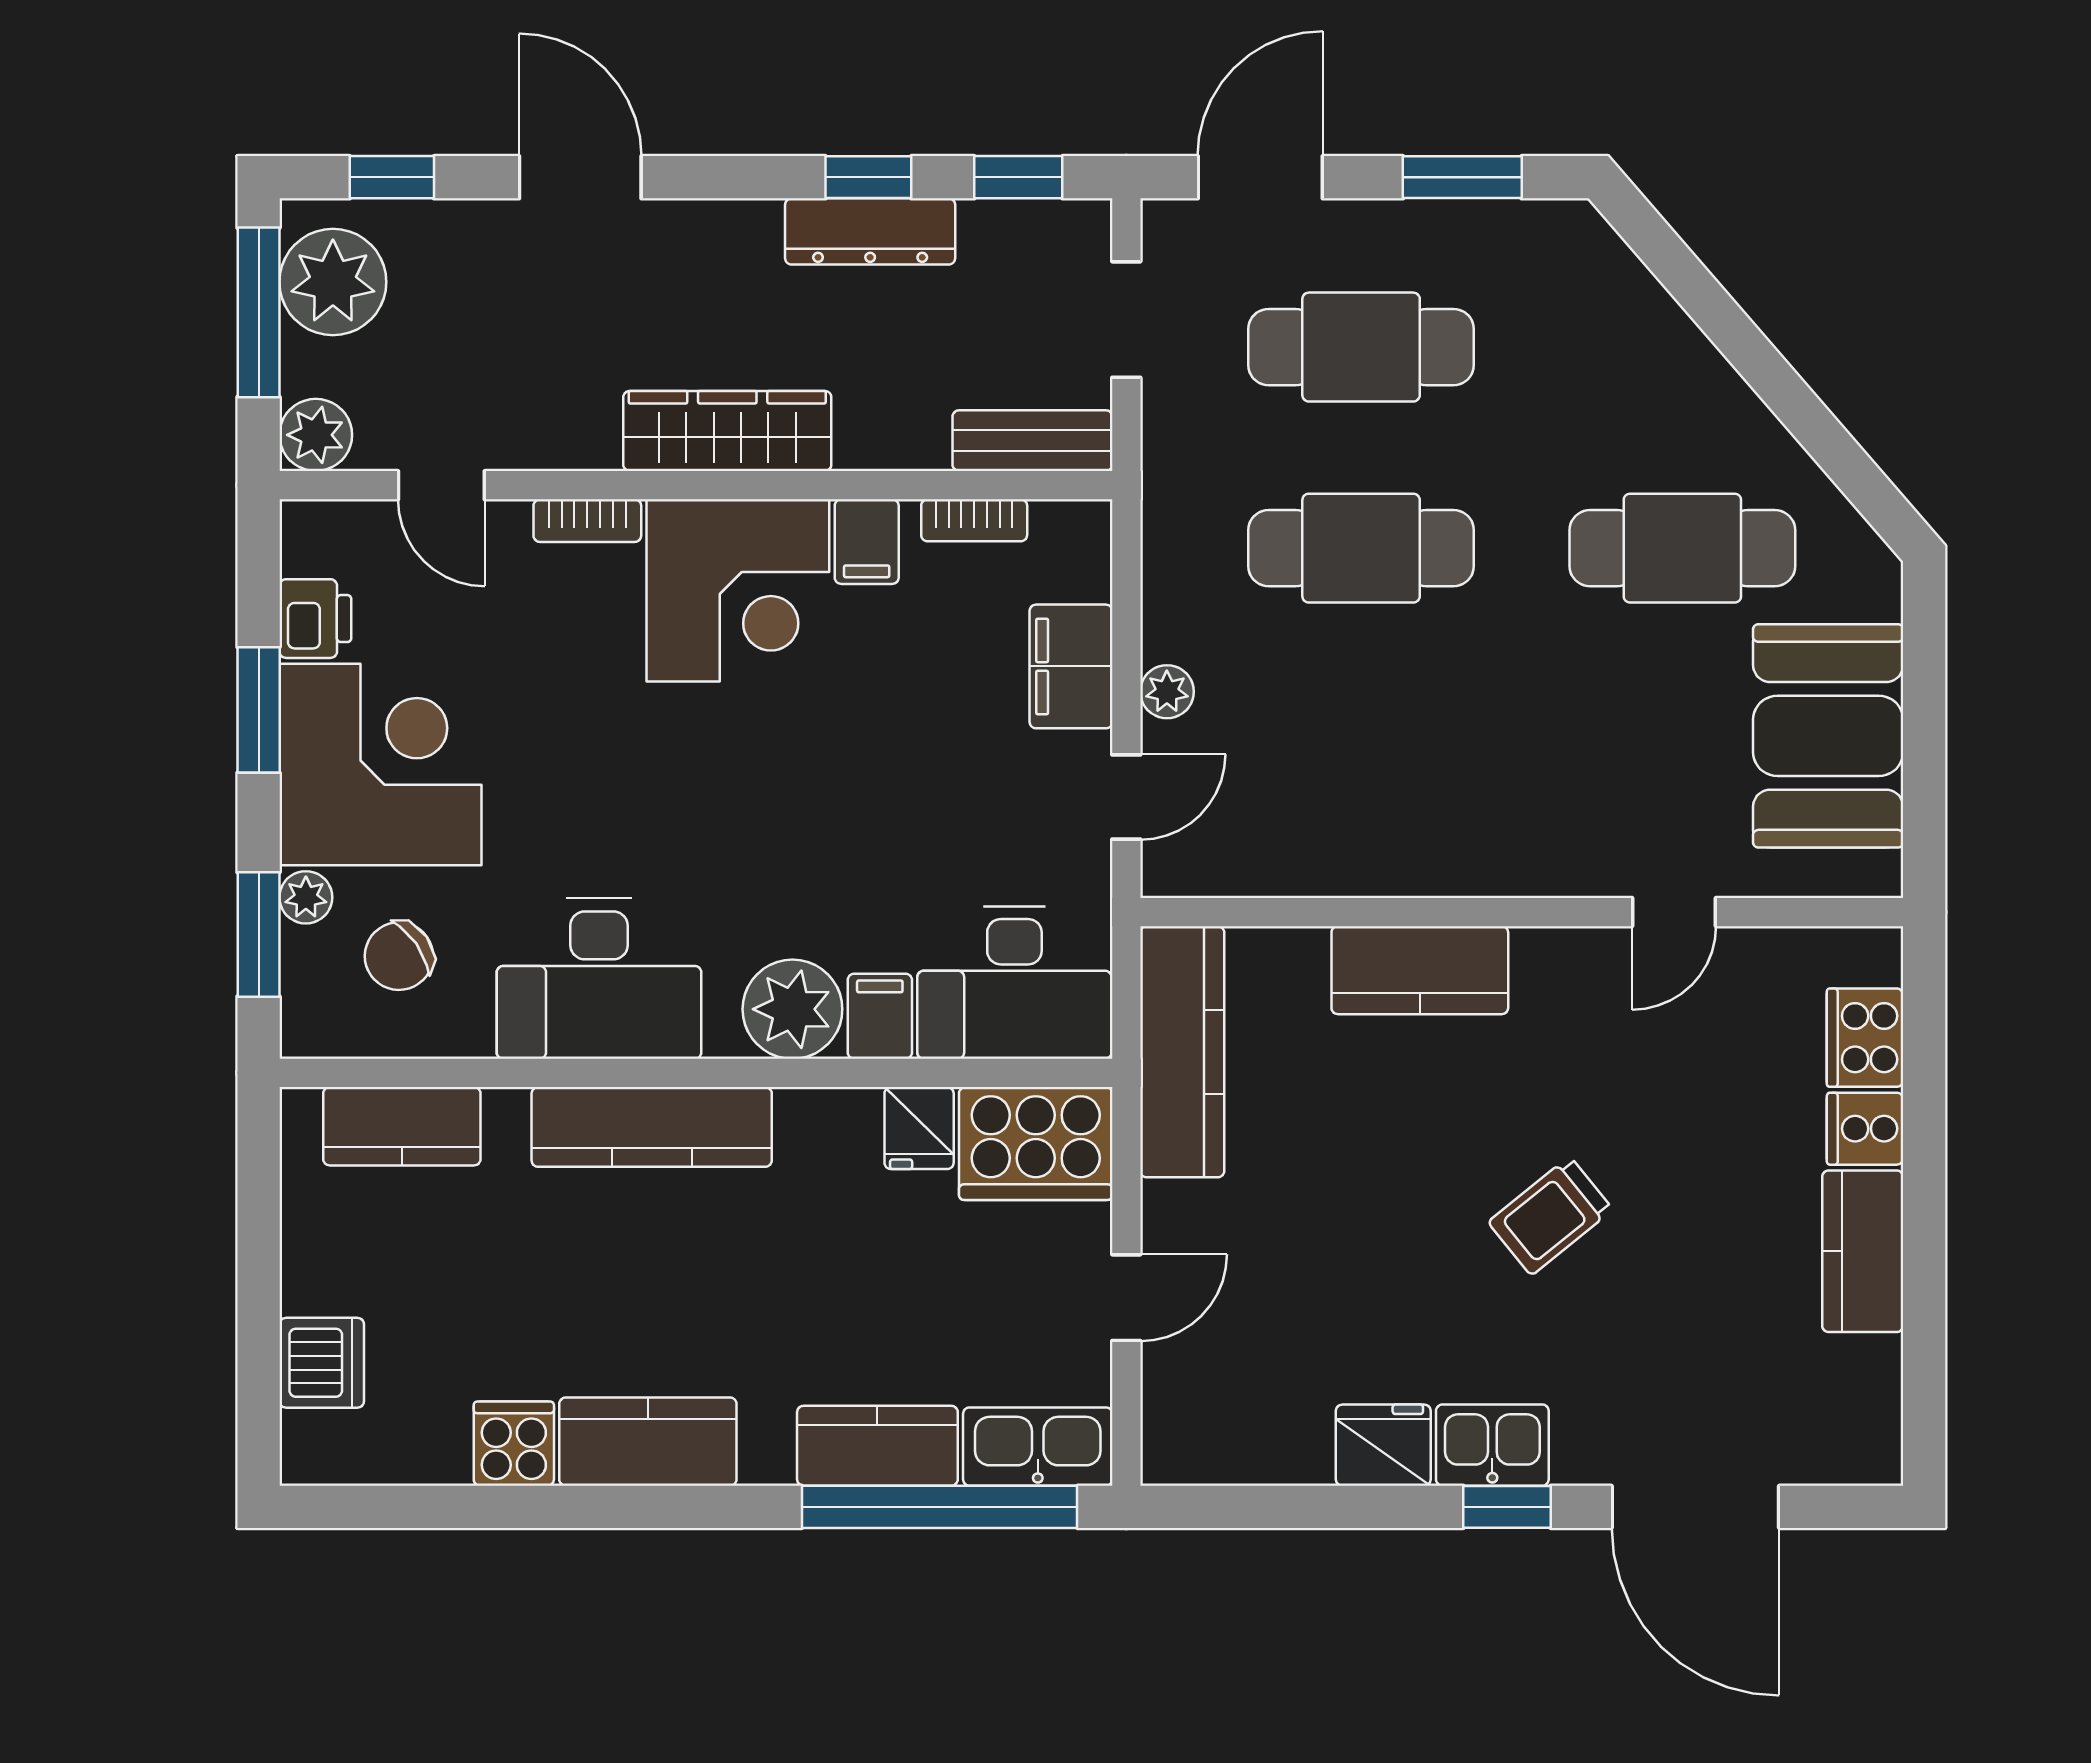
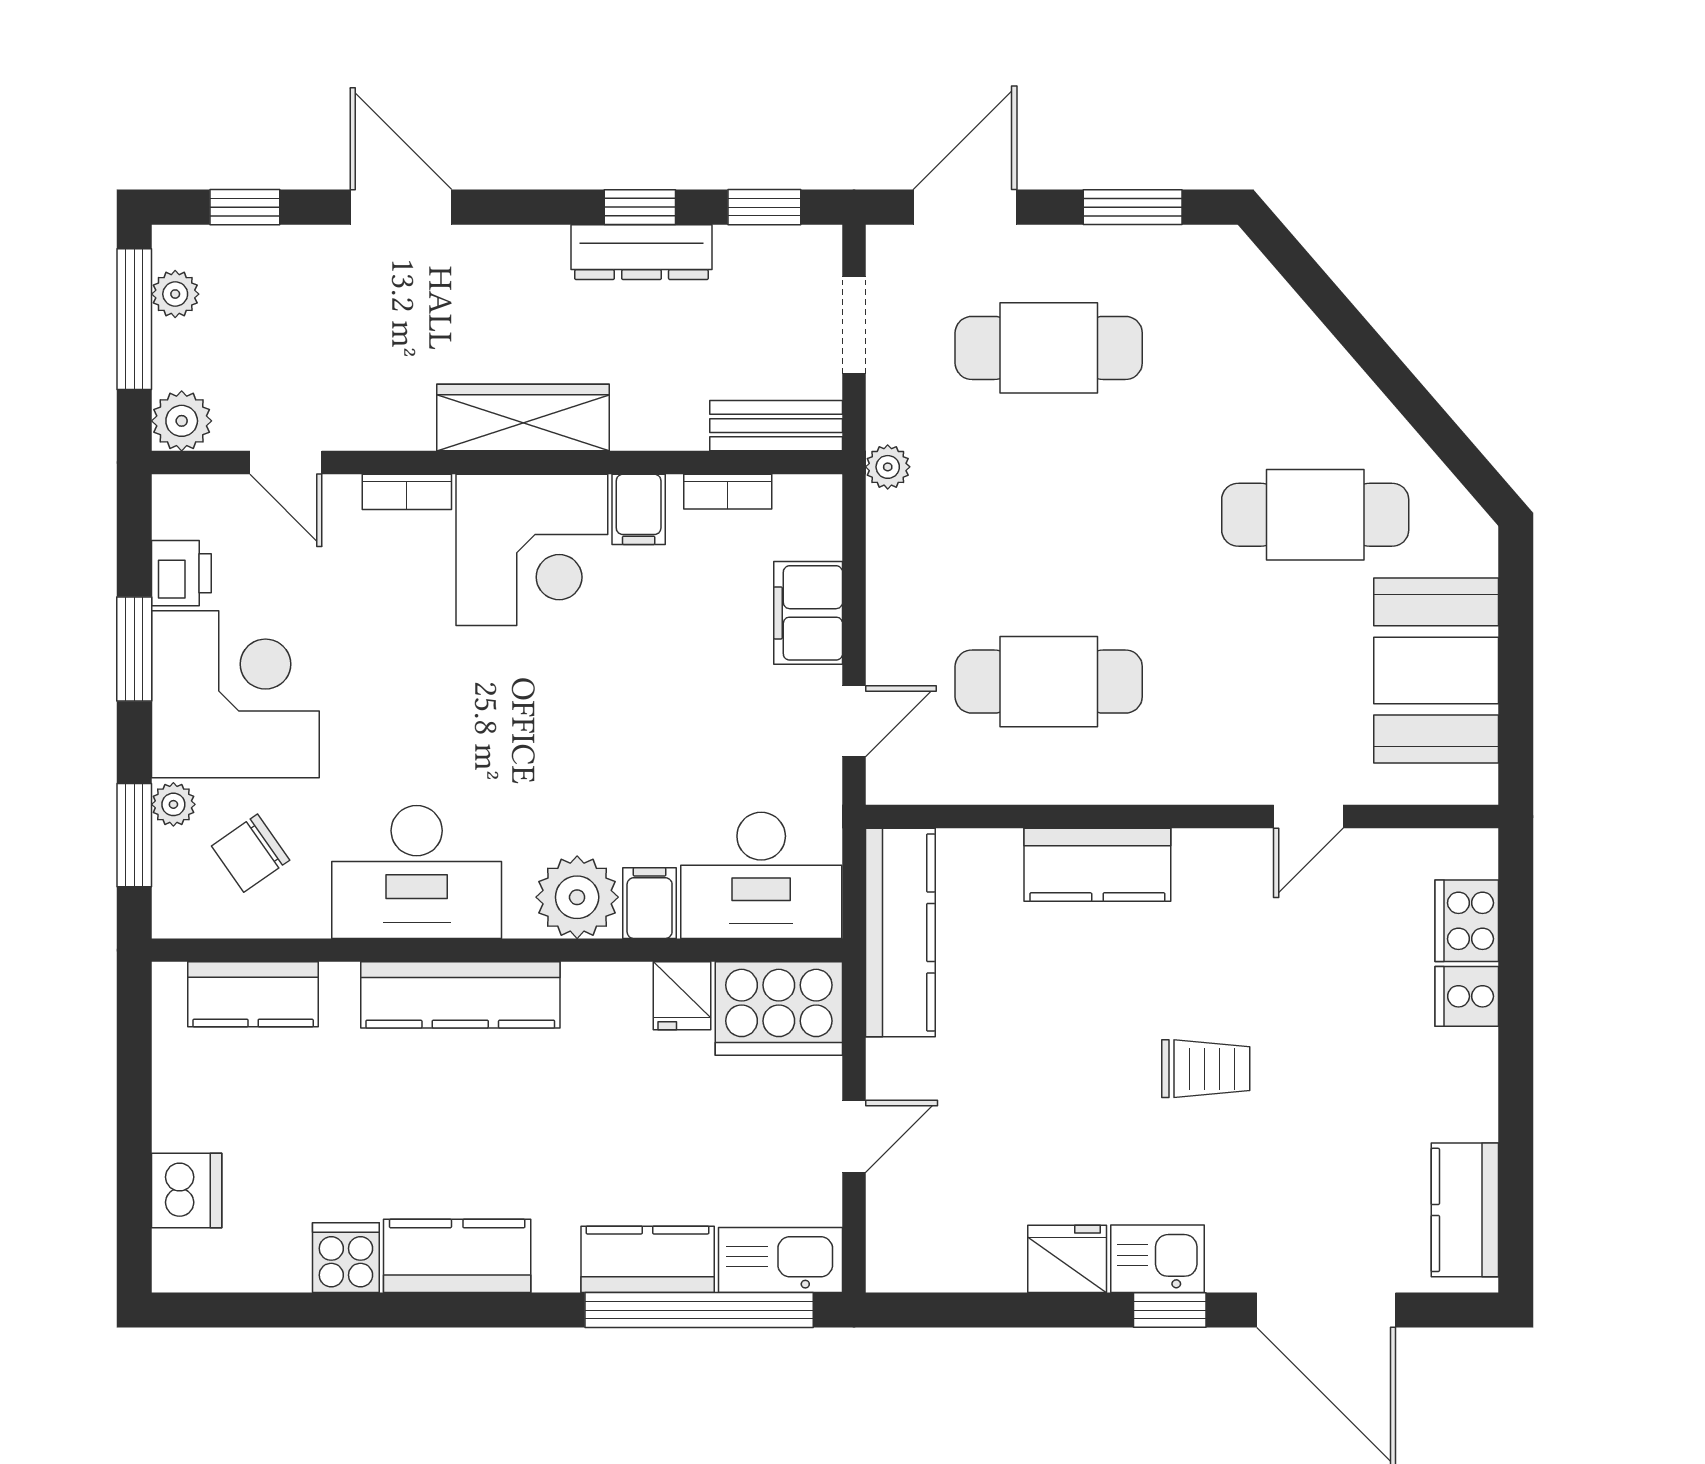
plant: (333, 282) -> (175, 294), width x0.53, depth x0.53
cafe table: (1361, 548) -> (1049, 682), moved
plant: (1167, 692) -> (888, 467), moved
trolley: (1550, 1216) -> (1206, 1069), turned -141
kitchen counter: (1863, 1251) -> (1465, 1210), moved

